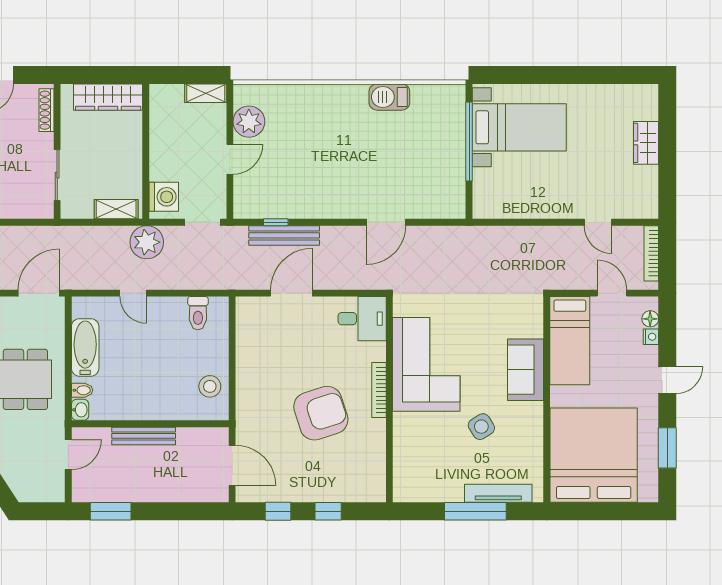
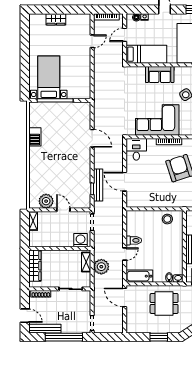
plant: (147, 242) -> (101, 267), moved
toilet: (198, 313) -> (134, 240), moved
bathtub: (85, 347) -> (139, 276), moved

